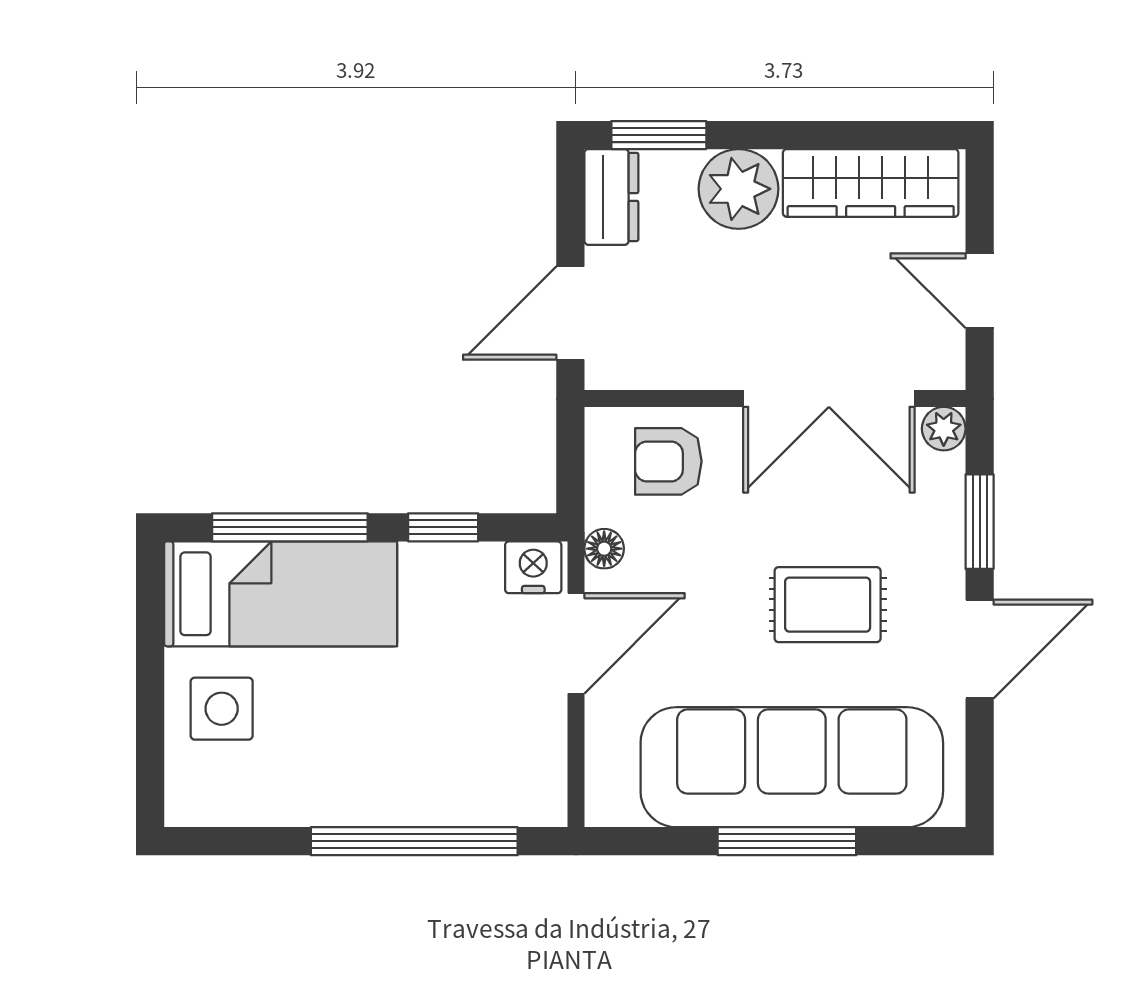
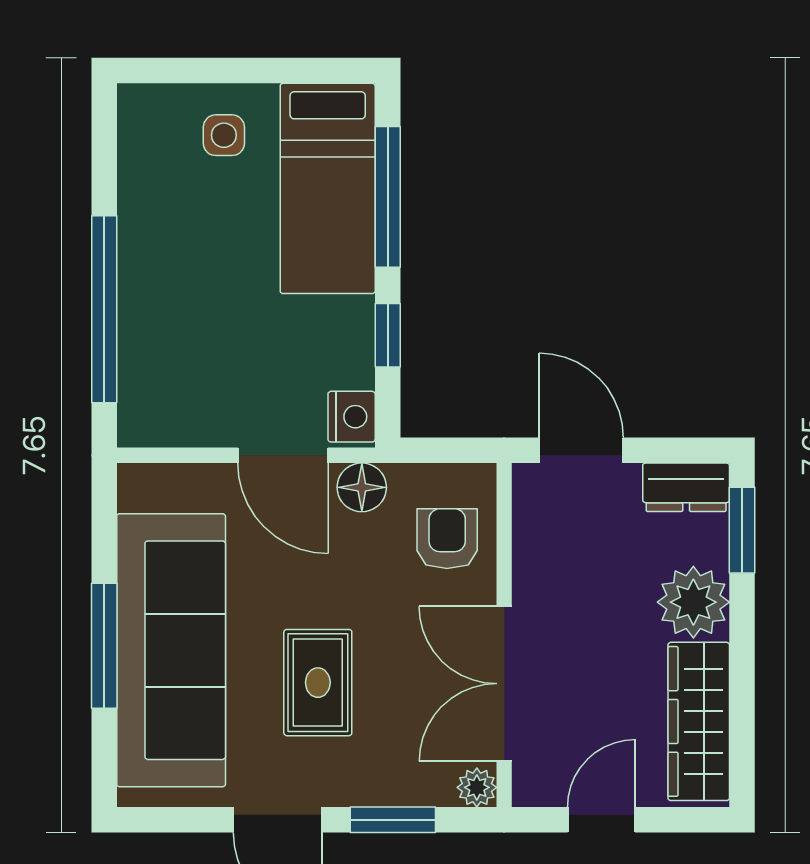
floor lamp: (604, 549) -> (362, 487), width x1.37, depth x1.37
side table: (222, 709) -> (224, 135), width x0.73, depth x0.73

